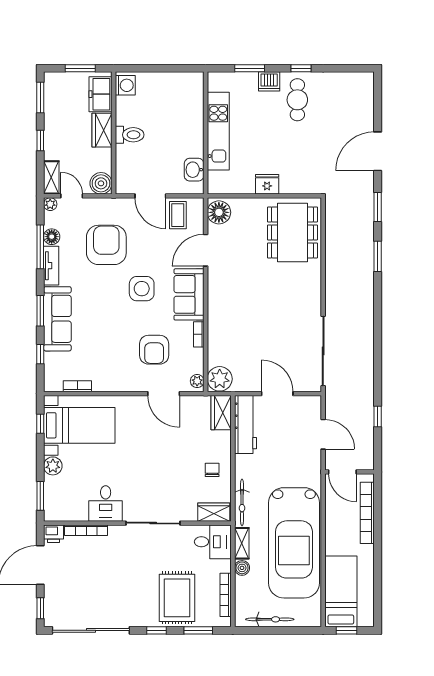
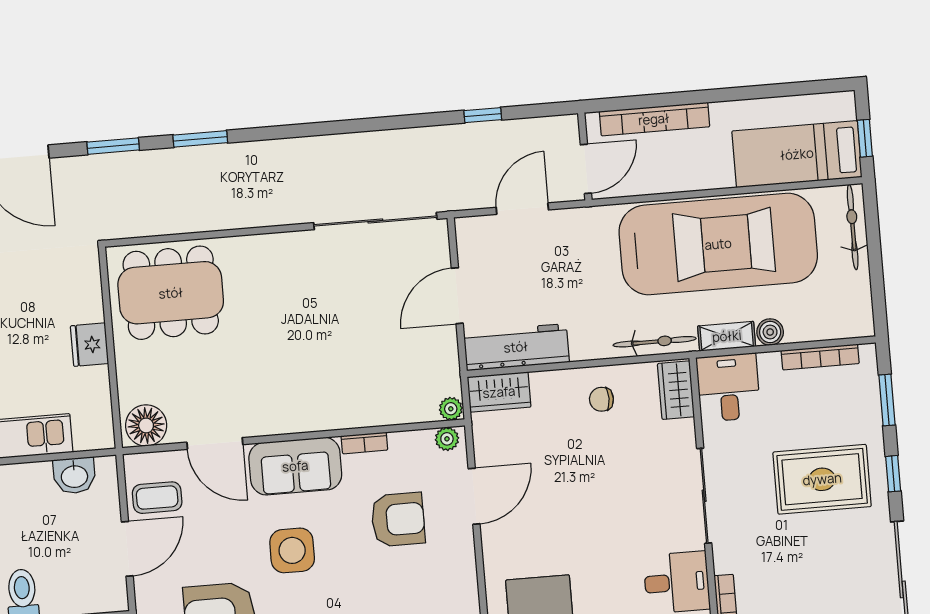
plant: (220, 379) -> (451, 409), width x0.53, depth x0.53
rug: (177, 598) -> (822, 479), moved
bicycle: (270, 619) -> (853, 227), moved

